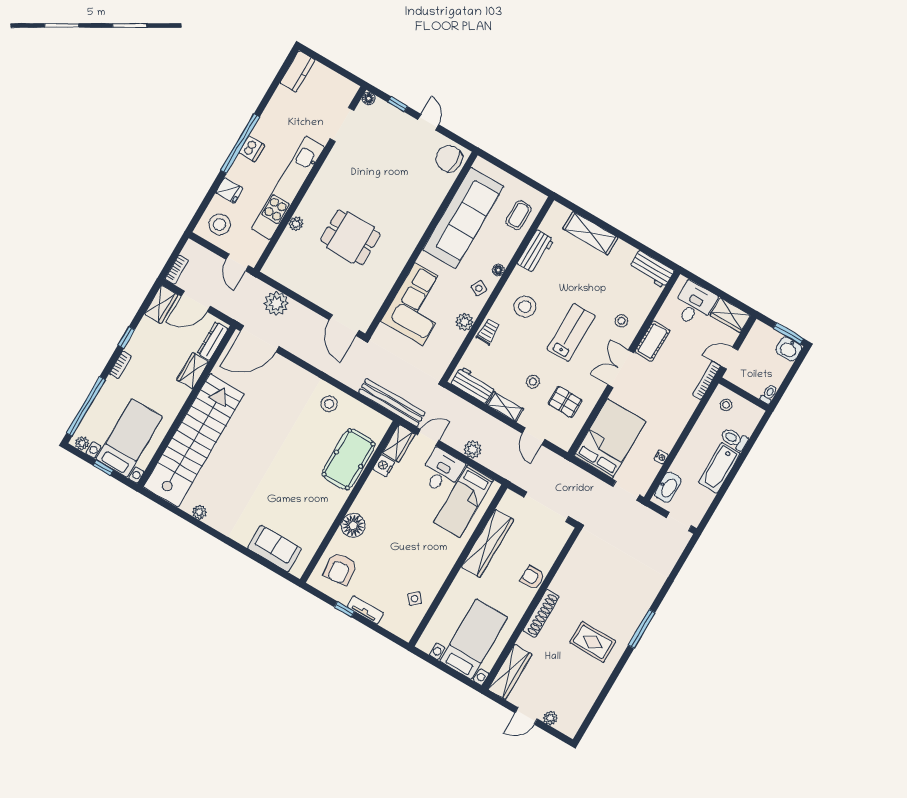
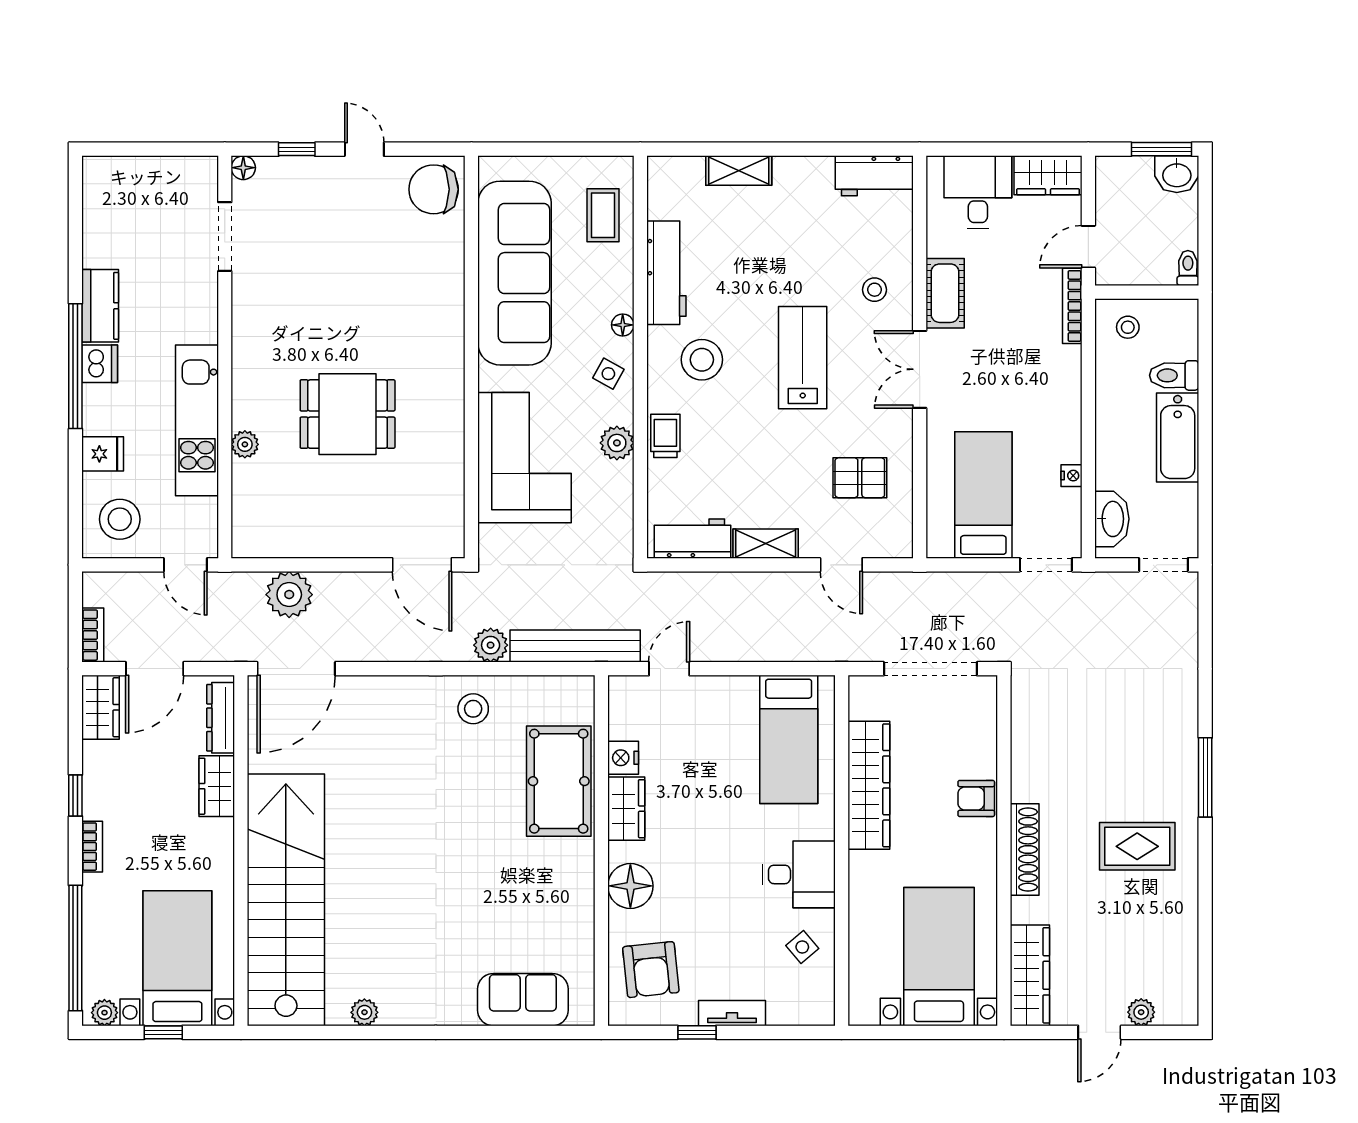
kitchen counter: (297, 71) -> (100, 306), moved
kitchen unit: (288, 188) -> (197, 420), width x0.73
shelving: (590, 233) -> (739, 170), width x0.67, depth x0.75
workbench: (536, 252) -> (666, 273), width x1.38
stool: (533, 382) -> (787, 475), removed
bed: (610, 439) -> (983, 495), width x0.67
wardrobe: (399, 443) -> (626, 809), moved
plant: (473, 449) -> (491, 645), moved
desk: (442, 471) -> (799, 874), moved, turned 90

